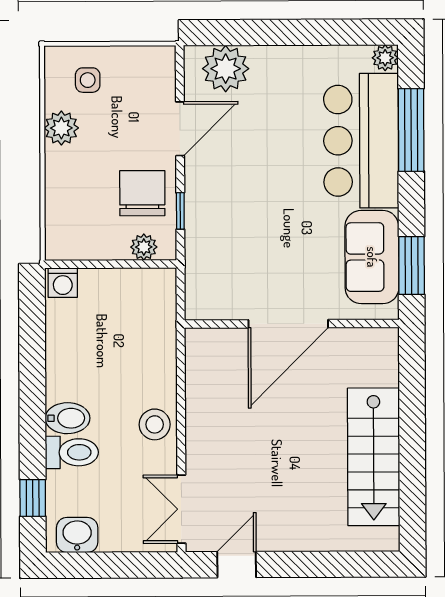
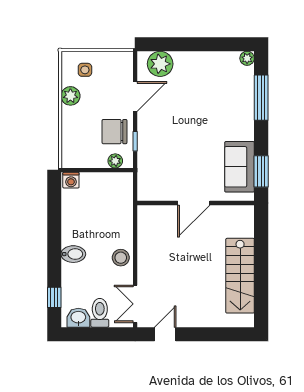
bar counter: (361, 141) -> (234, 103), removed
chair: (142, 193) -> (114, 132), turned -90
door: (288, 324) -> (194, 203), width x0.73
toilet: (72, 452) -> (100, 313), moved, turned -90

